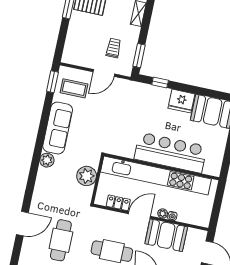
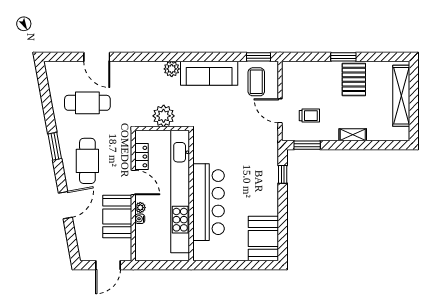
fridge: (181, 101) -> (267, 202), removed

